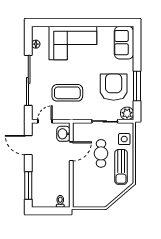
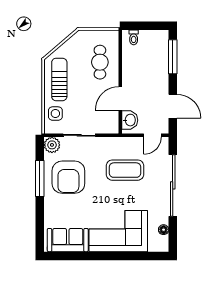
sofa: (124, 43) -> (68, 240), moved, turned -90
cafe table: (101, 153) -> (100, 62), moved

